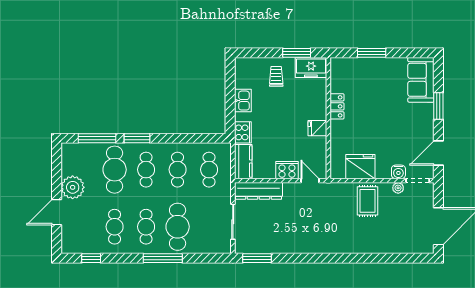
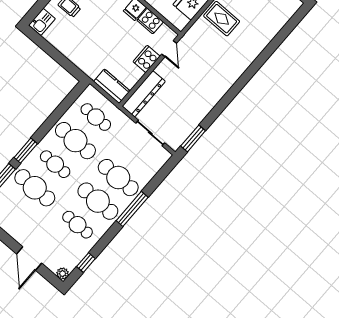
kitchen sink: (243, 101) -> (42, 22), moved, turned 90
cooker: (243, 132) -> (150, 21), moved, turned 180
cafe table: (178, 170) -> (75, 141), width x1.37, depth x1.35
door: (310, 181) -> (169, 49), swing flipped
plant: (73, 187) -> (63, 274), moved, width x0.53, depth x0.53
cafe table: (146, 227) -> (98, 201), width x1.37, depth x1.35

